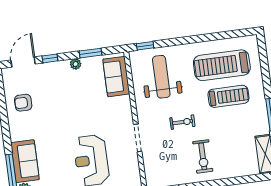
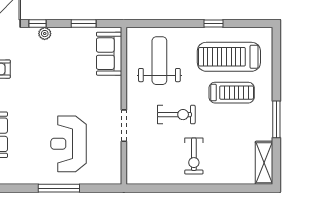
window: (145, 46) -> (214, 24), moved
plant: (76, 64) -> (45, 34), moved
exercise bike: (182, 122) -> (176, 115), width x1.38, depth x1.39

